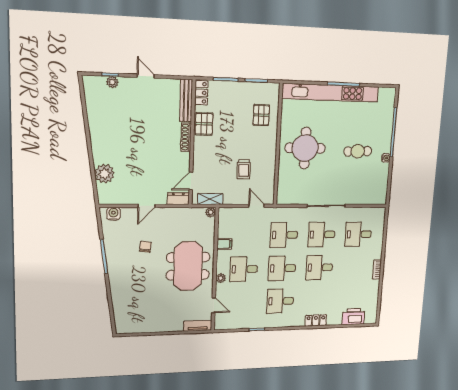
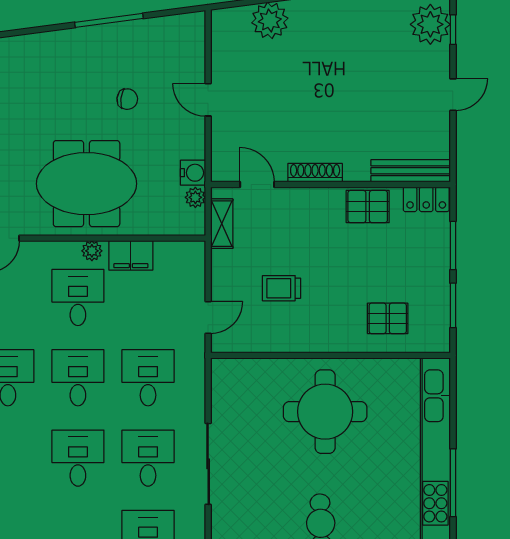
plant: (112, 82) -> (430, 24), width x1.88, depth x1.88
shoe rack: (186, 137) -> (315, 173), moved
dresser: (178, 199) -> (222, 161), removed
plant: (211, 212) -> (195, 197), moved
water cooler: (113, 214) -> (193, 173), moved
filing cabinet: (224, 244) -> (131, 255), width x2.00
plant: (221, 278) -> (92, 251), moved

